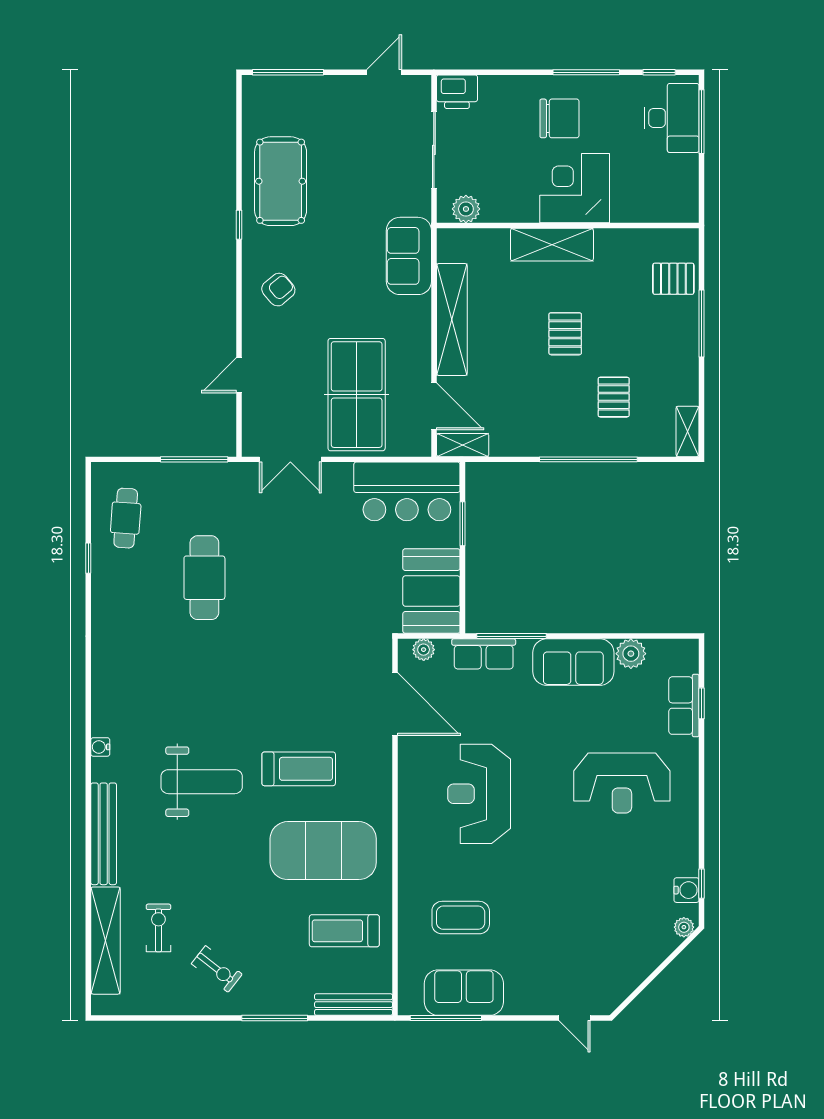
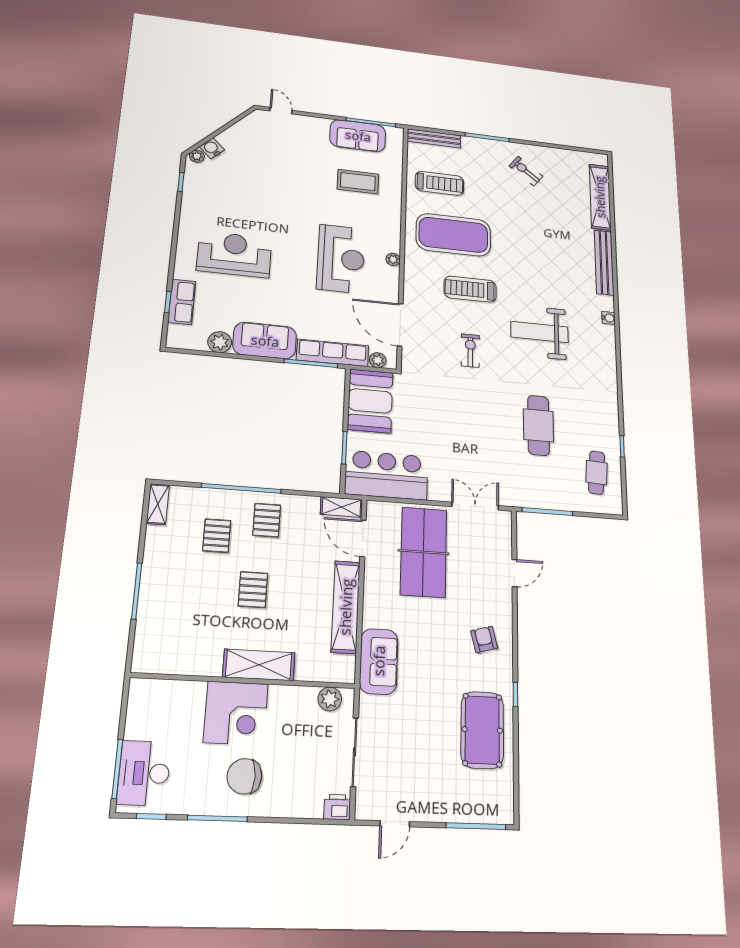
printer: (457, 92) -> (337, 807), width x0.73, depth x0.81
pallet: (673, 279) -> (267, 520), moved, turned 90
armchair: (278, 290) -> (484, 639), turned 115
row of seats: (484, 654) -> (333, 353), width x1.48
weight bench: (202, 782) -> (539, 332), moved
plant: (407, 802) -> (393, 259), added
water cooler: (687, 890) -> (212, 148), moved, turned 45
exercise bike: (158, 928) -> (470, 351), moved, turned 180

